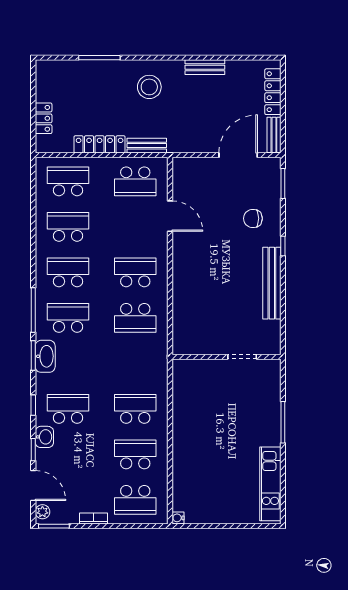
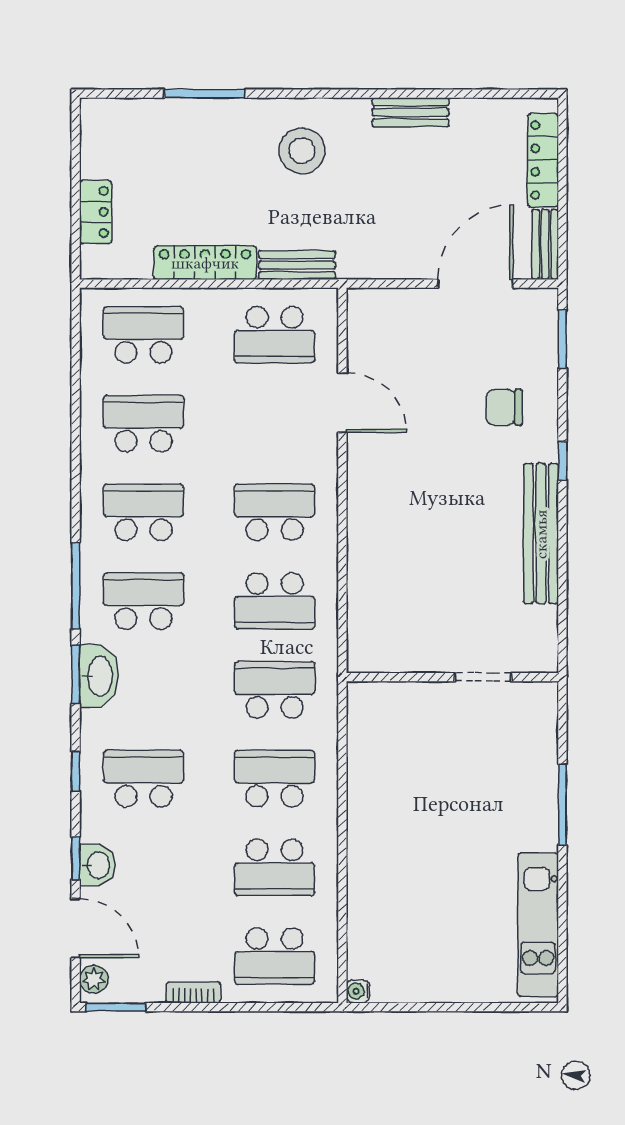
school desk: (135, 363) -> (275, 690), added
washbasin: (44, 437) -> (97, 865), moved
school desk: (135, 454) -> (275, 867), turned 180

